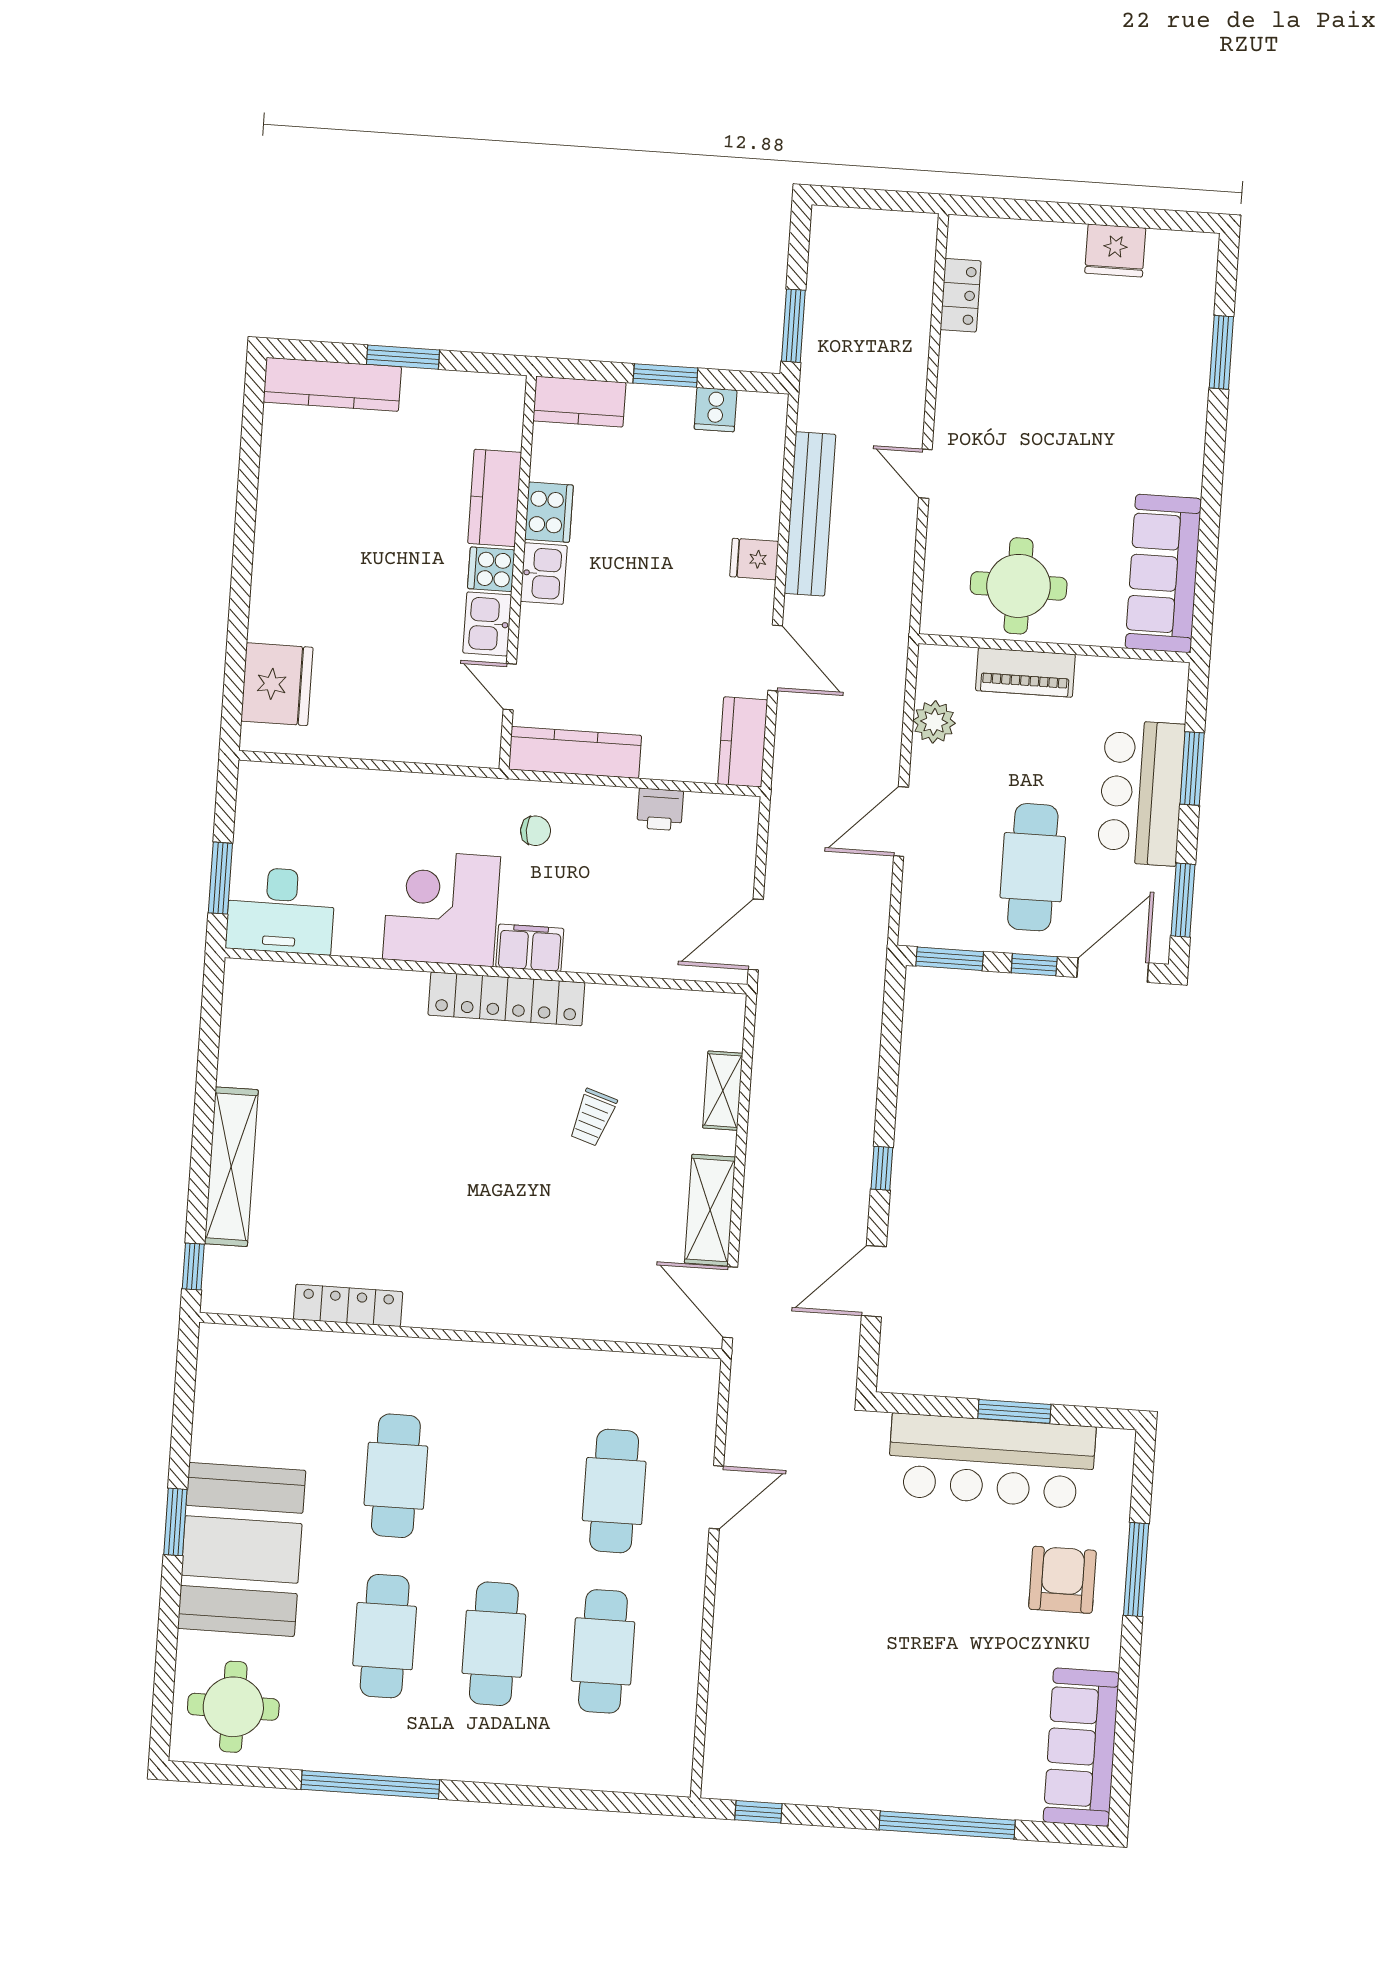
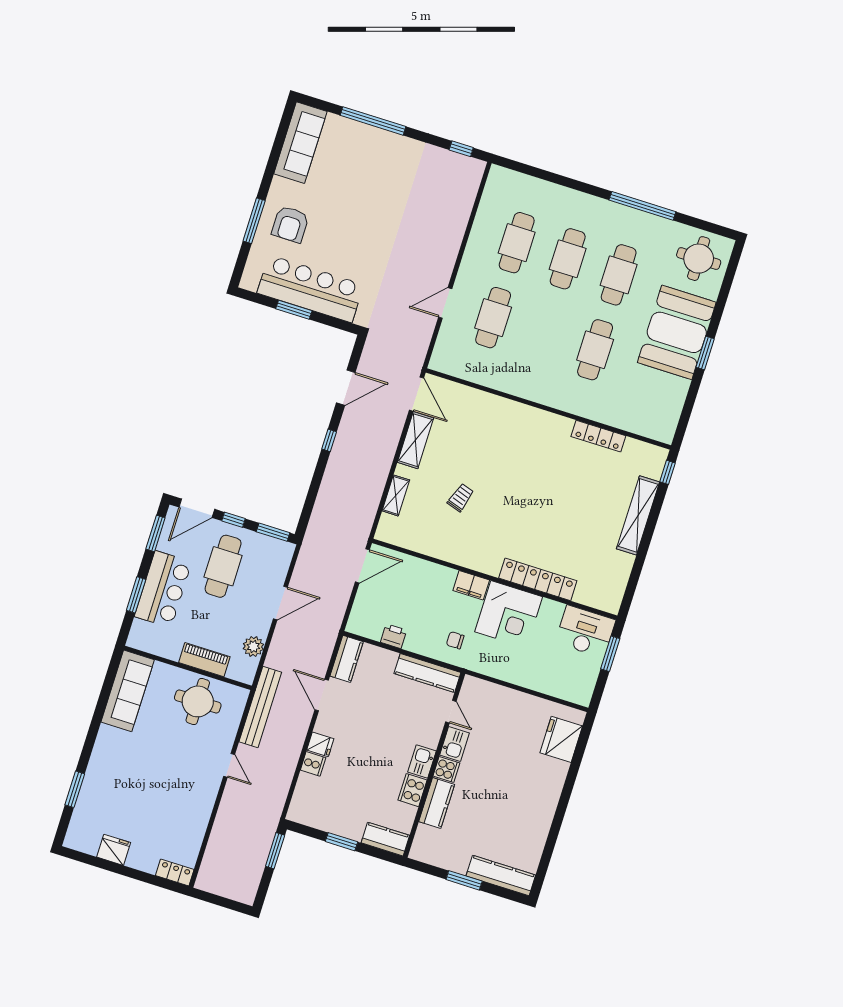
locker: (961, 295) -> (175, 873), moved, turned 90
cooker: (716, 410) -> (313, 764), moved, turned 90
bench: (810, 514) -> (260, 707), moved
locker: (506, 999) -> (538, 579), moved

